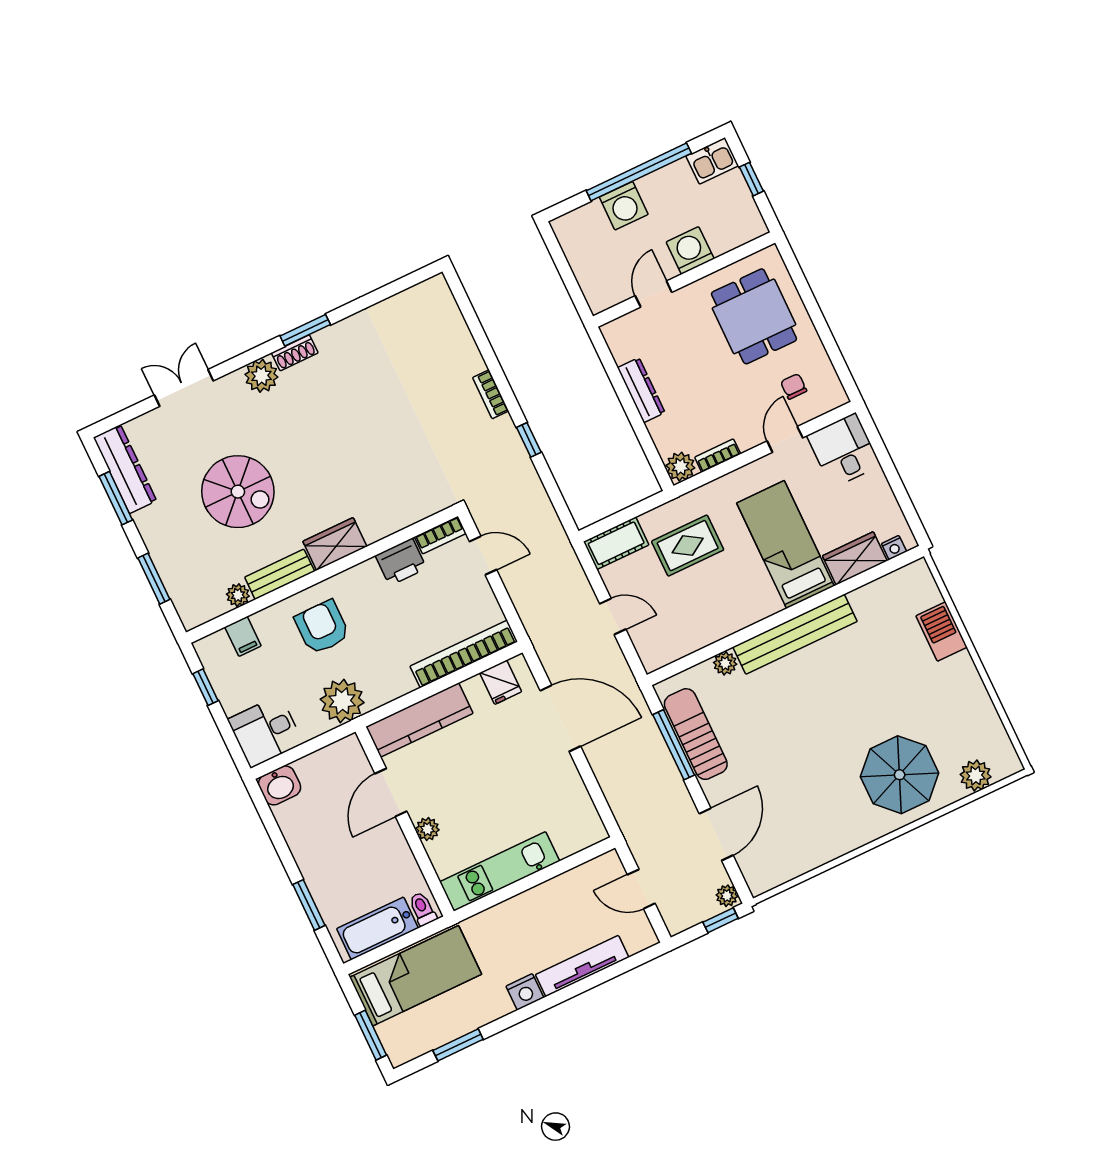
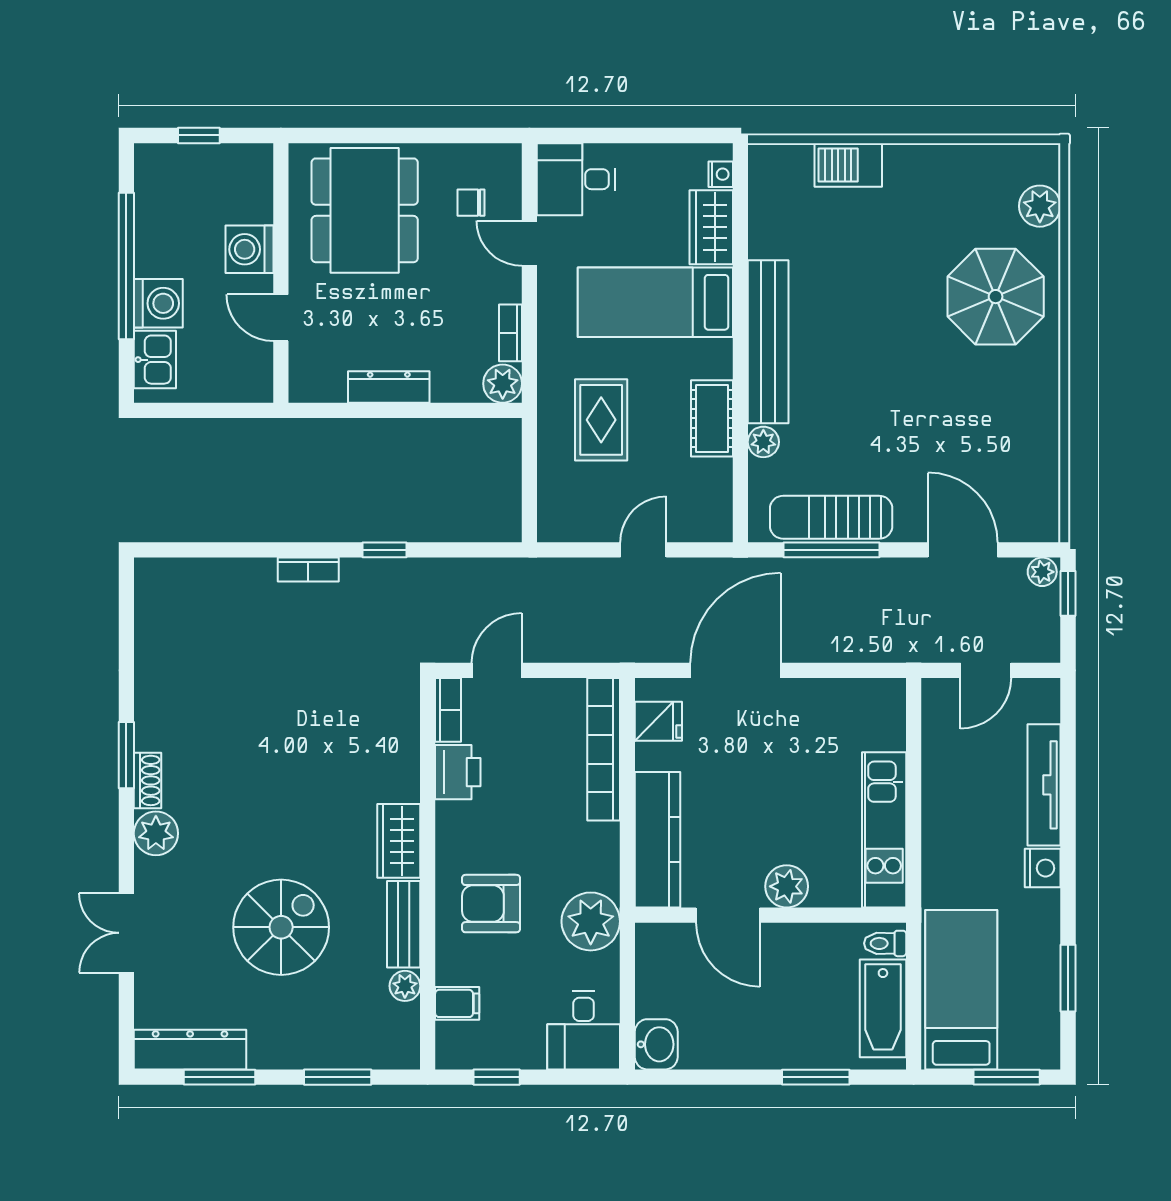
kitchen sink: (712, 161) -> (155, 360), moved
dining table: (754, 316) -> (365, 210), width x1.38
cot: (616, 543) -> (712, 418), moved
plant: (427, 829) -> (787, 886), width x1.38, depth x1.38

